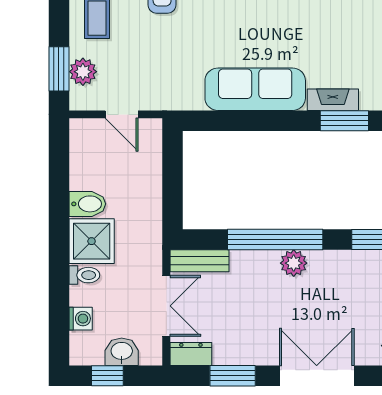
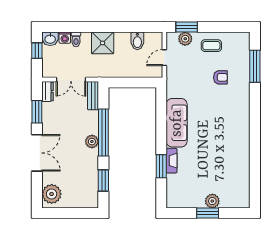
bidet: (87, 204) -> (137, 41), moved
toilet: (84, 275) -> (76, 39), moved
washbasin: (122, 352) -> (50, 39), moved, turned 90

